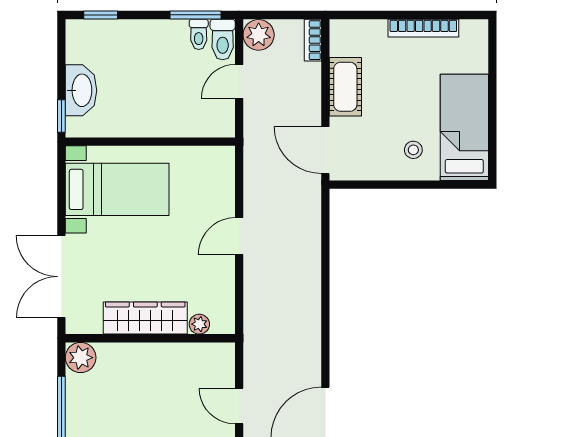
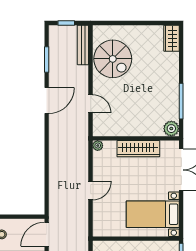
door: (325, 150) -> (47, 234), swing flipped
plant: (199, 324) -> (98, 146), moved

